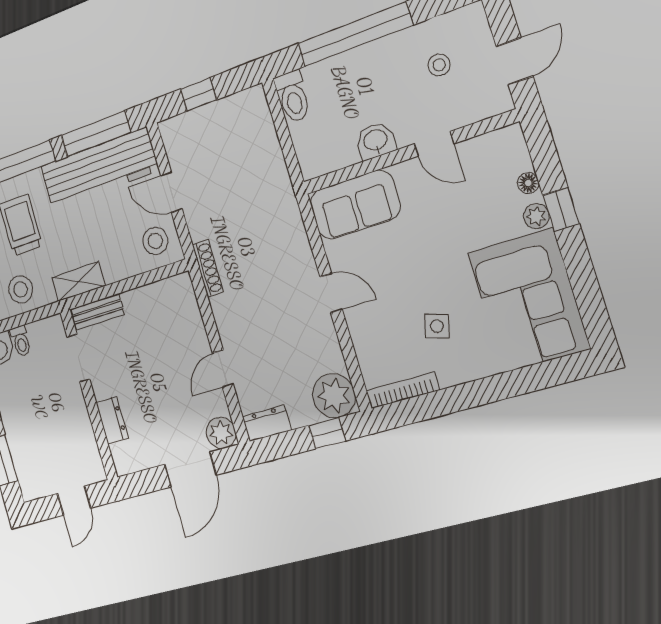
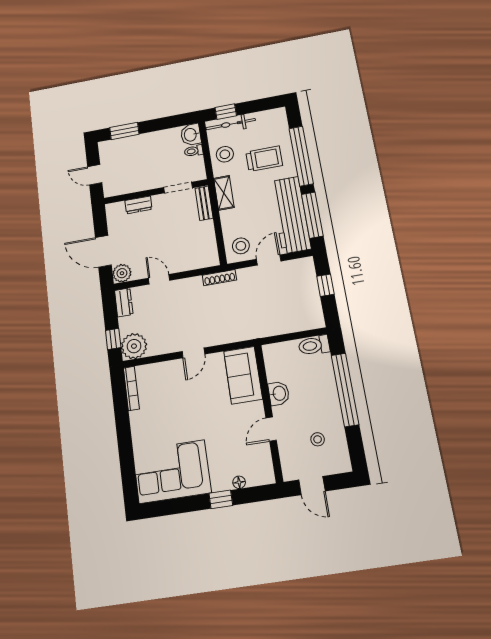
plant: (536, 216) -> (219, 484), removed
side table: (437, 326) -> (165, 415), removed

